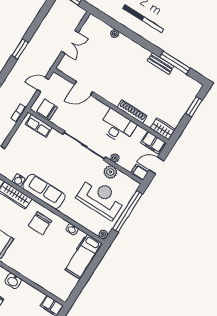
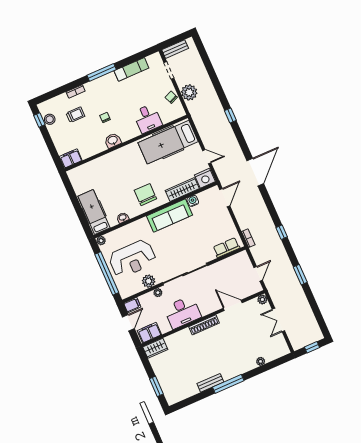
window: (175, 63) -> (228, 384), moved
plant: (62, 67) -> (262, 300), added
door: (84, 88) -> (233, 305), hinge flipped
chair: (47, 109) -> (236, 264), removed
shoe rack: (132, 112) -> (204, 325), moved

